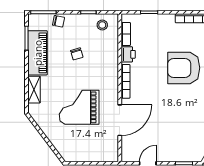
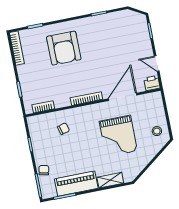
stool: (102, 25) -> (157, 131), moved
chair: (77, 54) -> (63, 129), moved
printer: (128, 54) -> (152, 83), moved
door: (120, 120) -> (123, 97), hinge flipped

